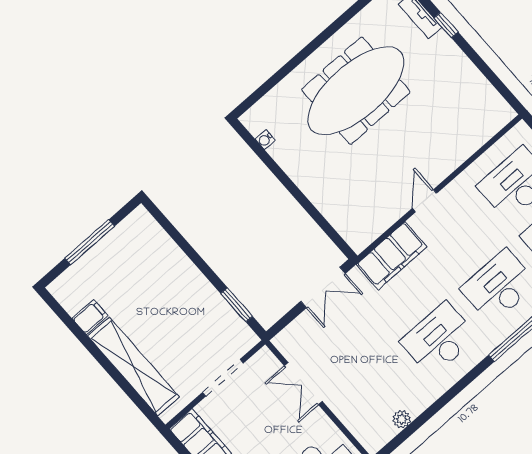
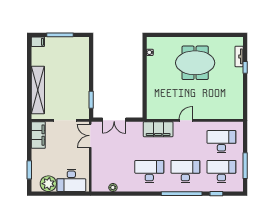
meeting table: (356, 91) -> (195, 63), width x0.73
double door: (323, 287) -> (114, 120), moved
filing cabinet: (90, 317) -> (38, 42), moved
double door: (303, 384) -> (90, 136), moved

